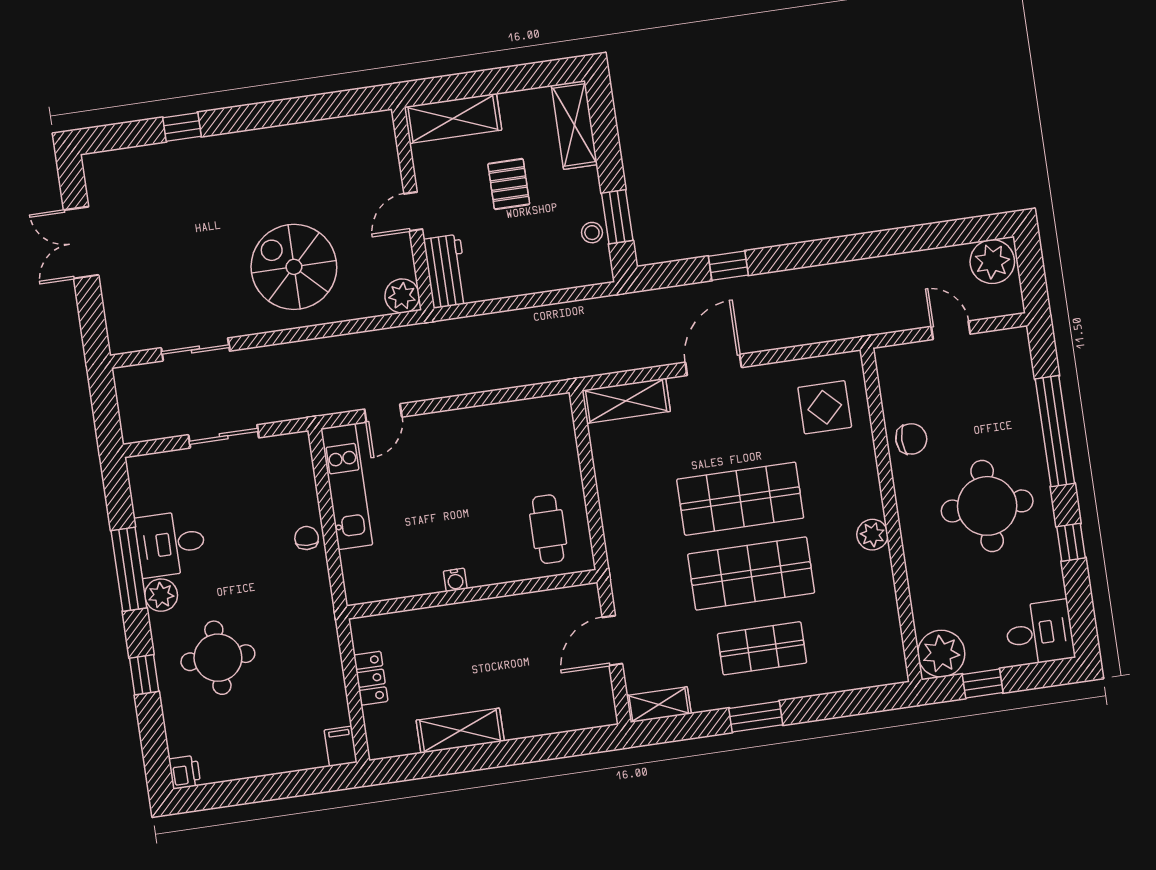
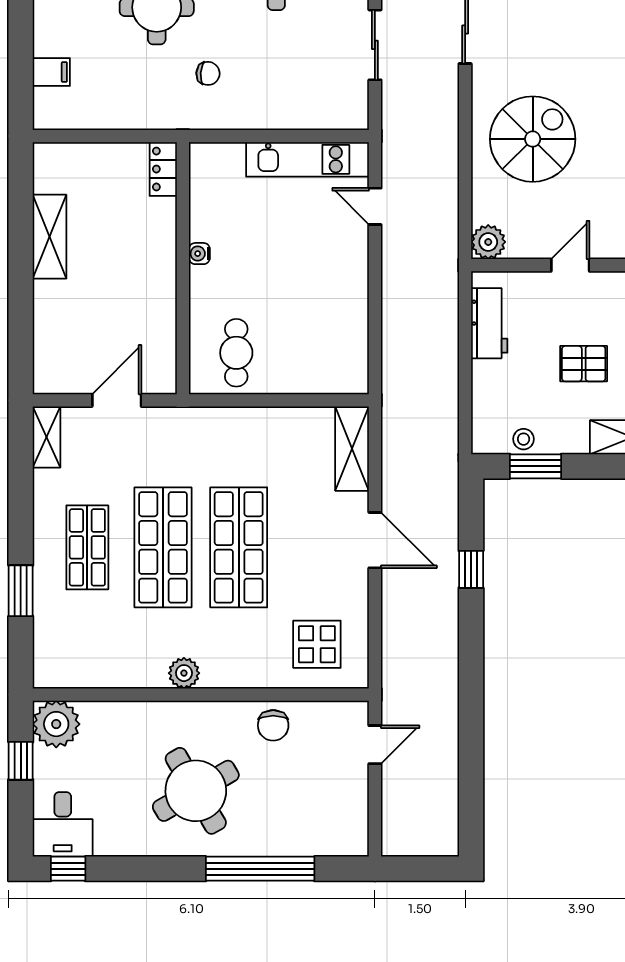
door: (413, 211) -> (570, 265), hinge flipped
plant: (992, 262) -> (437, 831), removed
workbench: (446, 271) -> (489, 323), moved, turned -90
door: (951, 330) -> (375, 745), moved
round table: (987, 506) -> (196, 791), turned -30
cafe table: (548, 529) -> (236, 353), turned 90
chair: (307, 538) -> (208, 73), moved
window: (1071, 542) -> (68, 869), moved
door: (612, 641) -> (117, 400), hinge flipped
locker: (371, 678) -> (163, 169), moved, turned 90
window: (756, 717) -> (21, 591), moved
filing cabinet: (341, 746) -> (51, 72), moved

